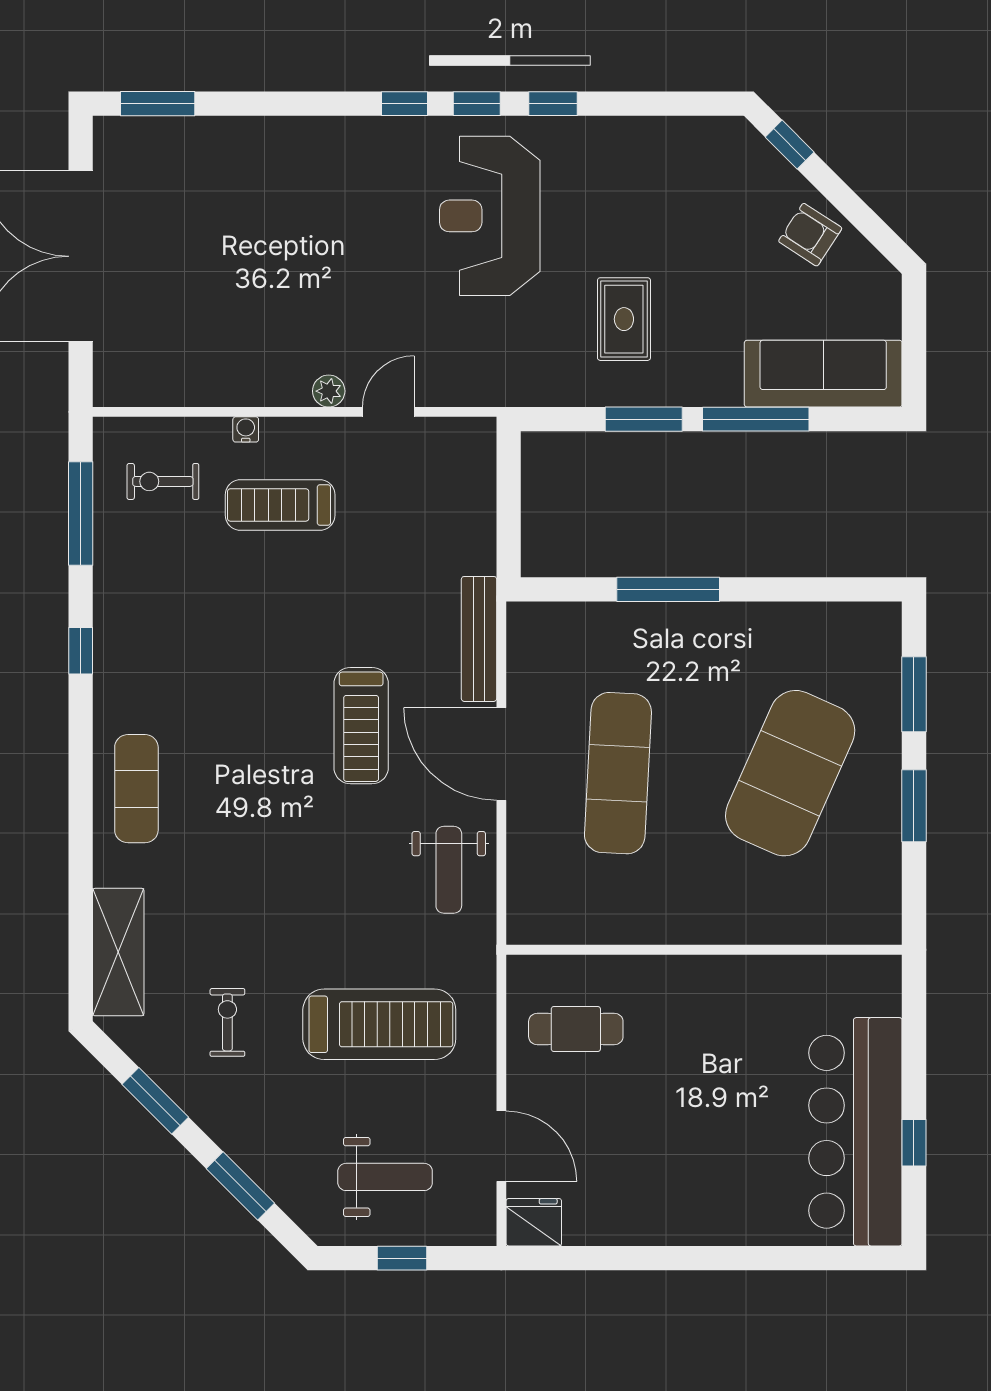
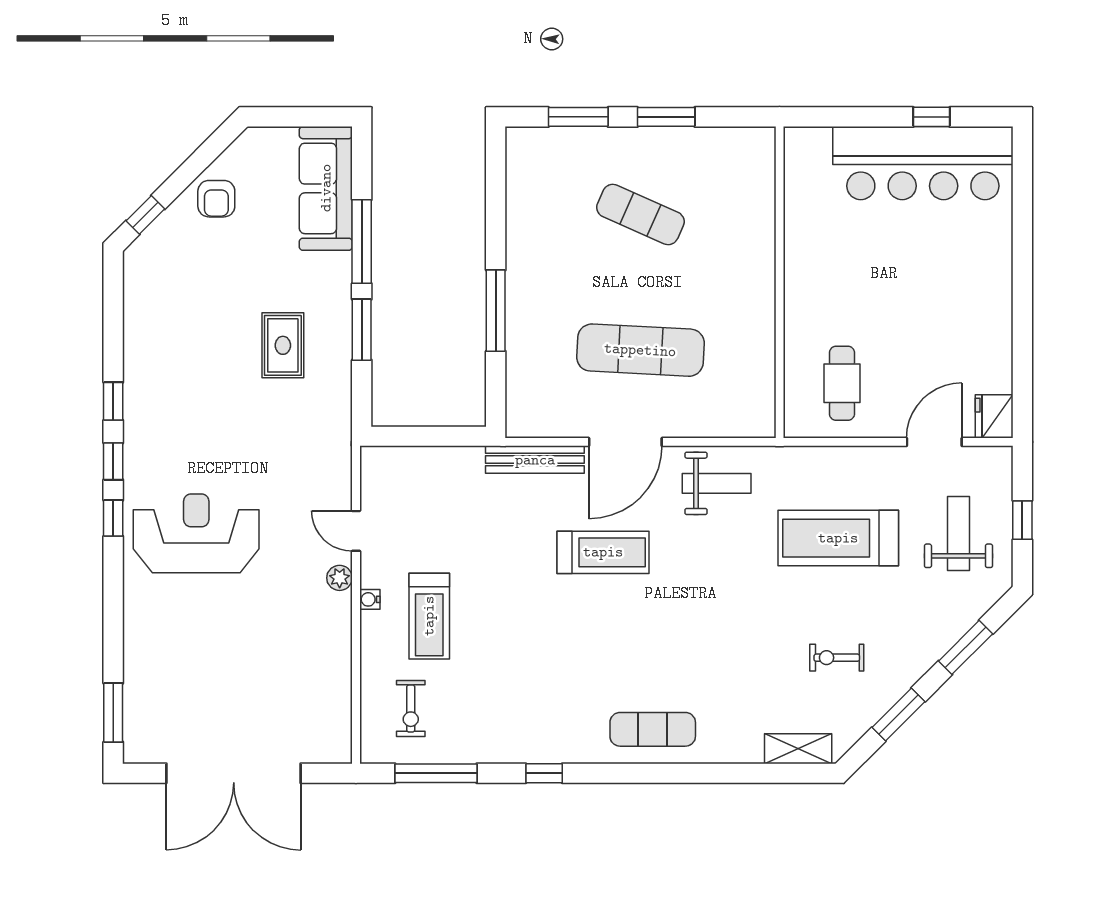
reception desk: (490, 216) -> (196, 533), moved, turned 180
armchair: (810, 235) -> (216, 199), turned -33
rug: (624, 319) -> (283, 345), turned 90
water cooler: (246, 429) -> (370, 599), moved
exercise mat: (790, 773) -> (640, 214), width x0.50, depth x0.69
shelving: (118, 952) -> (798, 749), width x0.67, depth x0.75
treadmill: (379, 1024) -> (838, 538), turned -90

